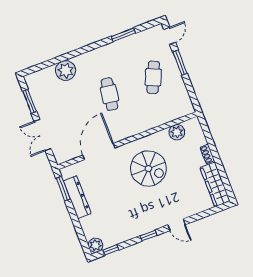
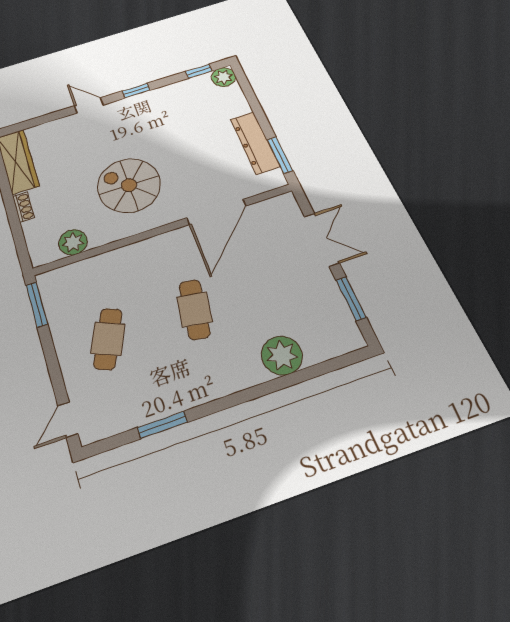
window: (180, 63) -> (37, 304), moved

